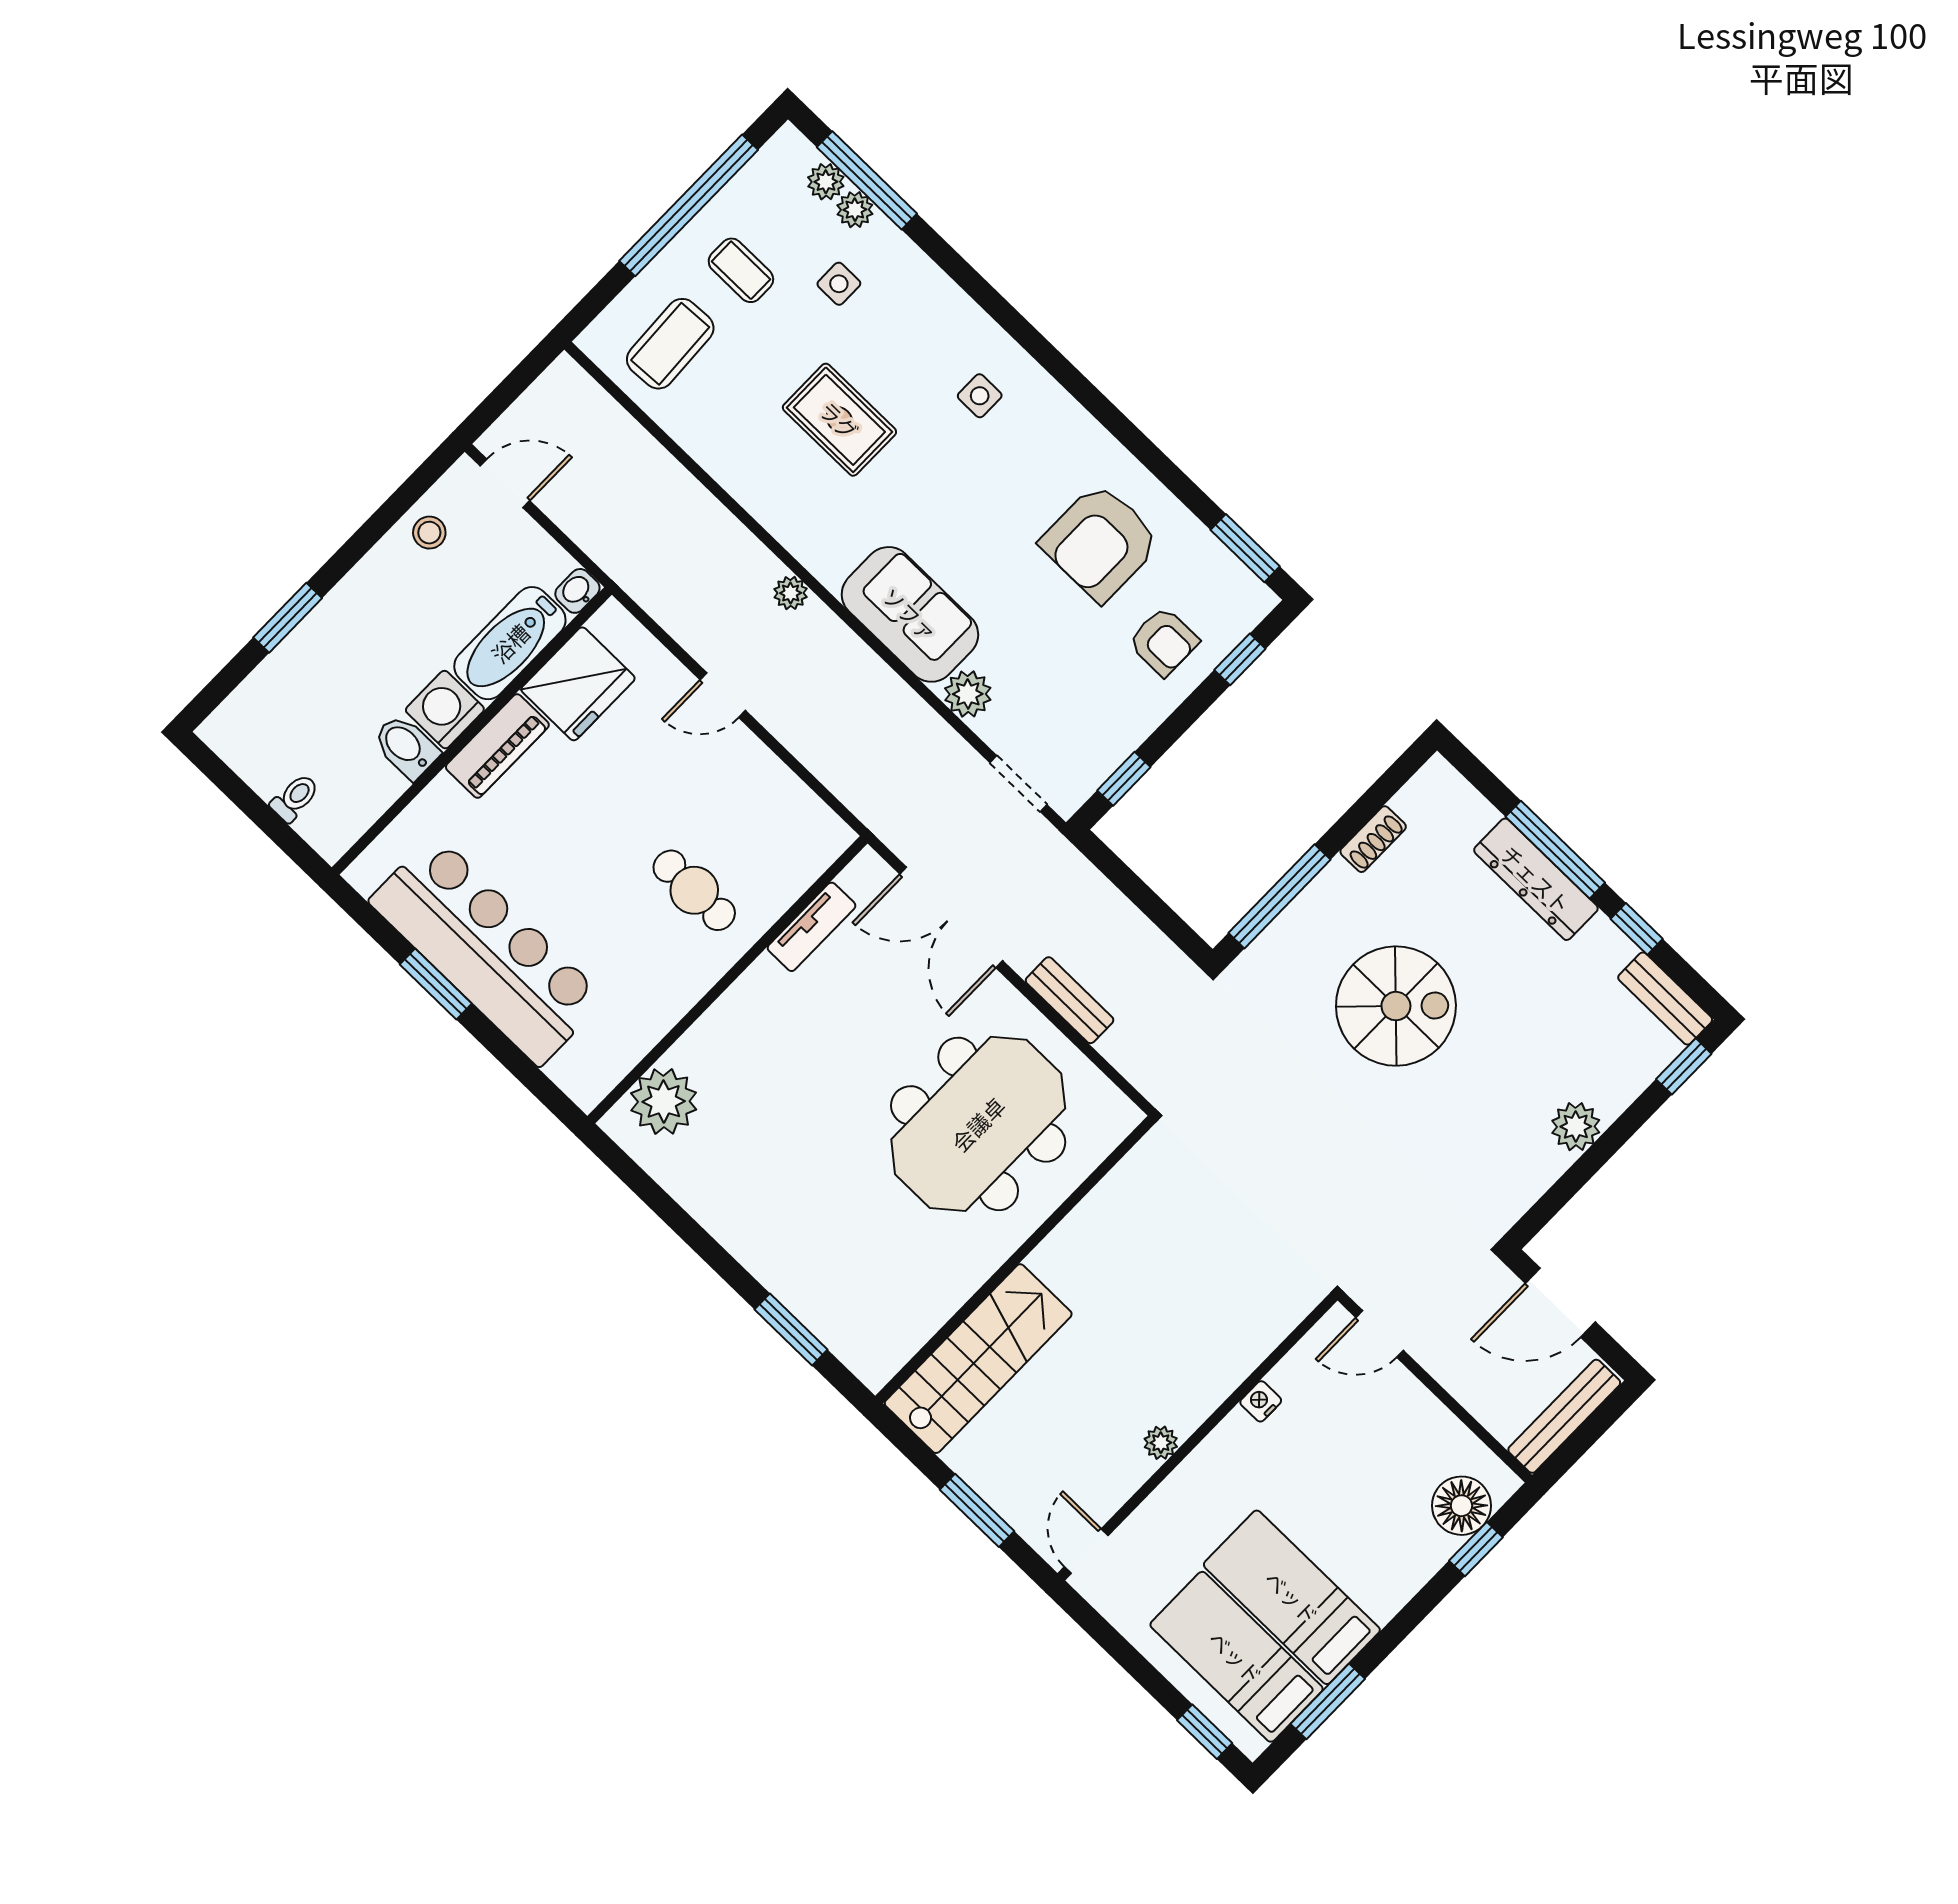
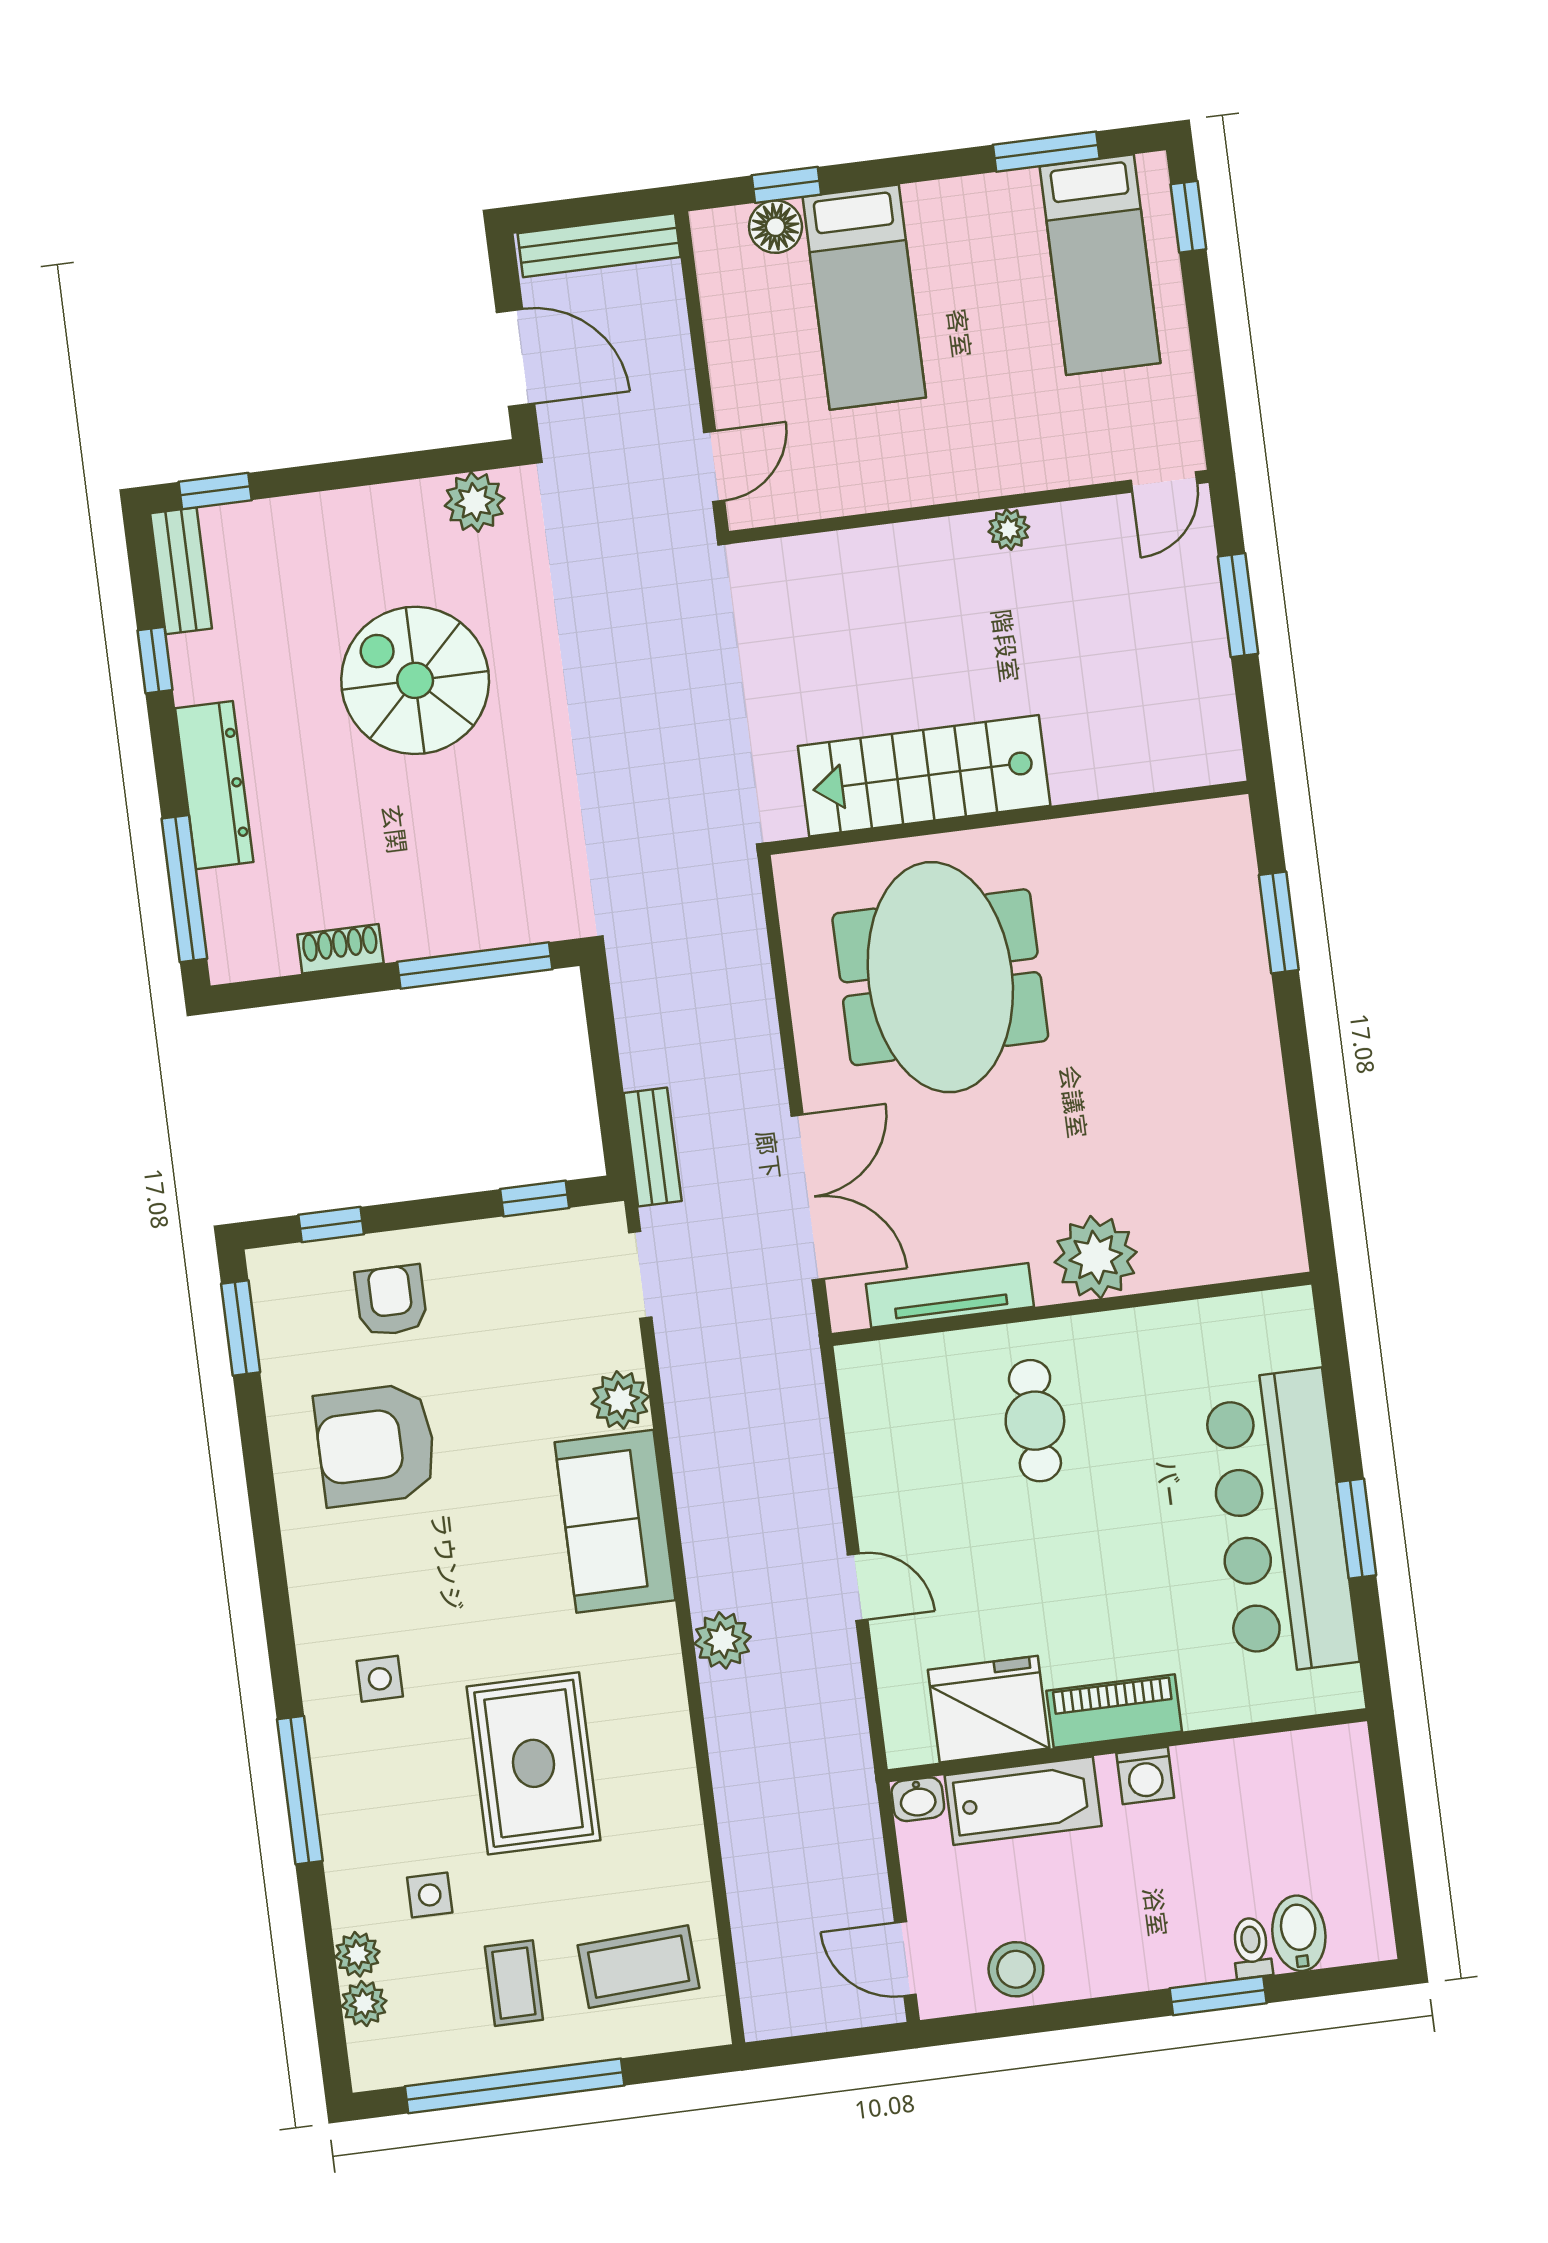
window: (867, 180) -> (300, 1790), moved
rug: (839, 420) -> (534, 1763), width x1.36, depth x1.43
stool: (429, 533) -> (1016, 1969), width x1.37, depth x1.37
armchair: (1100, 542) -> (376, 1445), turned 180
plant: (791, 593) -> (723, 1640), width x1.38, depth x1.38
washing machine: (445, 710) -> (1145, 1776), width x0.73, depth x0.73
bidet: (406, 747) -> (1299, 1933), moved, turned 180
toilet: (295, 798) -> (1251, 1948), moved, turned 90
window: (1555, 850) -> (184, 889), moved
tv unit: (812, 927) -> (950, 1295), width x1.41
bench: (1070, 1000) -> (653, 1147), moved
spiral stairs: (1396, 1006) -> (415, 680), moved
plant: (664, 1101) -> (1096, 1257), moved
meeting table: (978, 1124) -> (940, 977), turned 90
plant: (1576, 1127) -> (475, 502), moved
door: (1380, 1334) -> (714, 466), hinge flipped
stairs: (978, 1359) -> (924, 776), moved
nightstand: (1261, 1401) -> (881, 493), removed
floor lamp: (1461, 1506) -> (775, 227), width x0.73, depth x0.73
bed: (1292, 1597) -> (864, 297), moved

